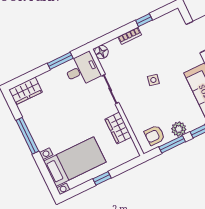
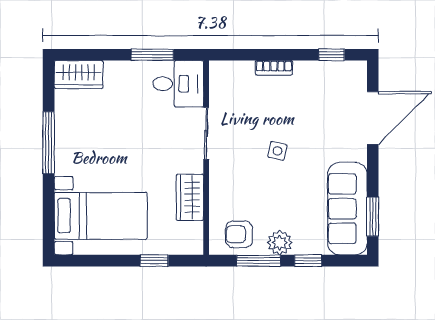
window: (144, 20) -> (332, 55), moved
floor lamp: (101, 52) -> (220, 72), removed
window: (102, 178) -> (154, 261), moved

